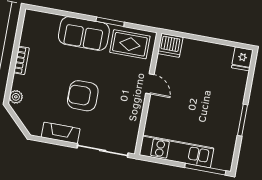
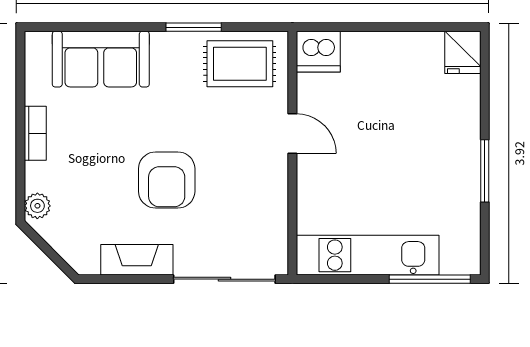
sofa: (84, 33) -> (101, 59), moved
armchair: (83, 96) -> (167, 180), turned -90

